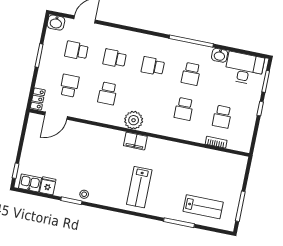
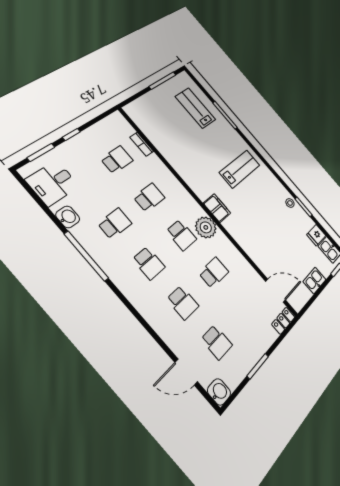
desk: (244, 68) -> (53, 183), width x0.73
school desk: (69, 86) -> (181, 235), moved, turned -90
kitchen sink: (30, 147) -> (315, 281), added

